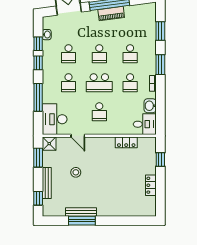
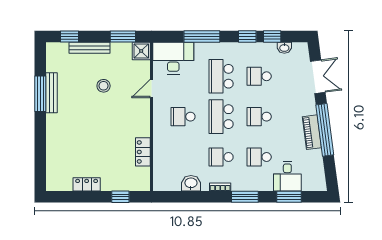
school desk: (69, 83) -> (221, 76), width x1.85
desk: (145, 124) -> (287, 176), moved

